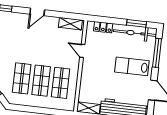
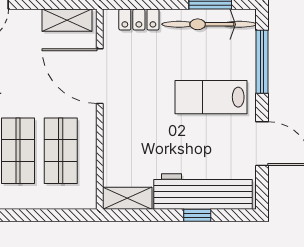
door: (82, 51) -> (100, 76), width x1.88

